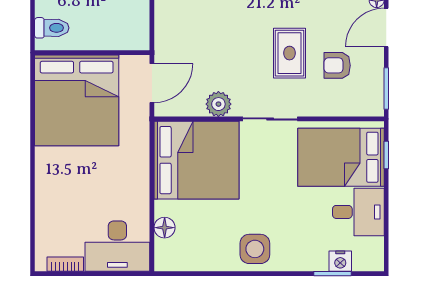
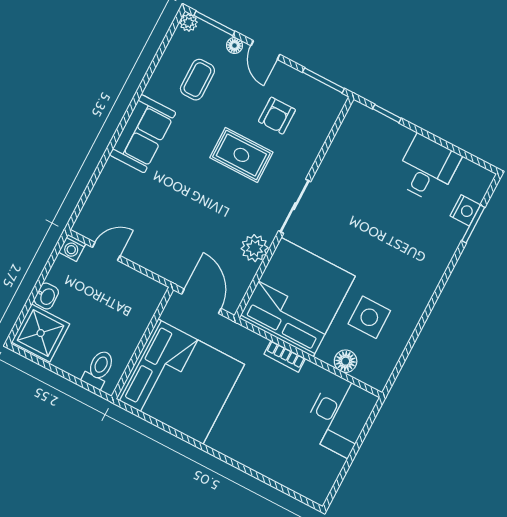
door: (386, 28) -> (265, 50), width x0.73
bed: (341, 157) -> (366, 158), removed
side table: (255, 249) -> (369, 317), moved
bookcase: (65, 264) -> (285, 356), moved, turned -90

